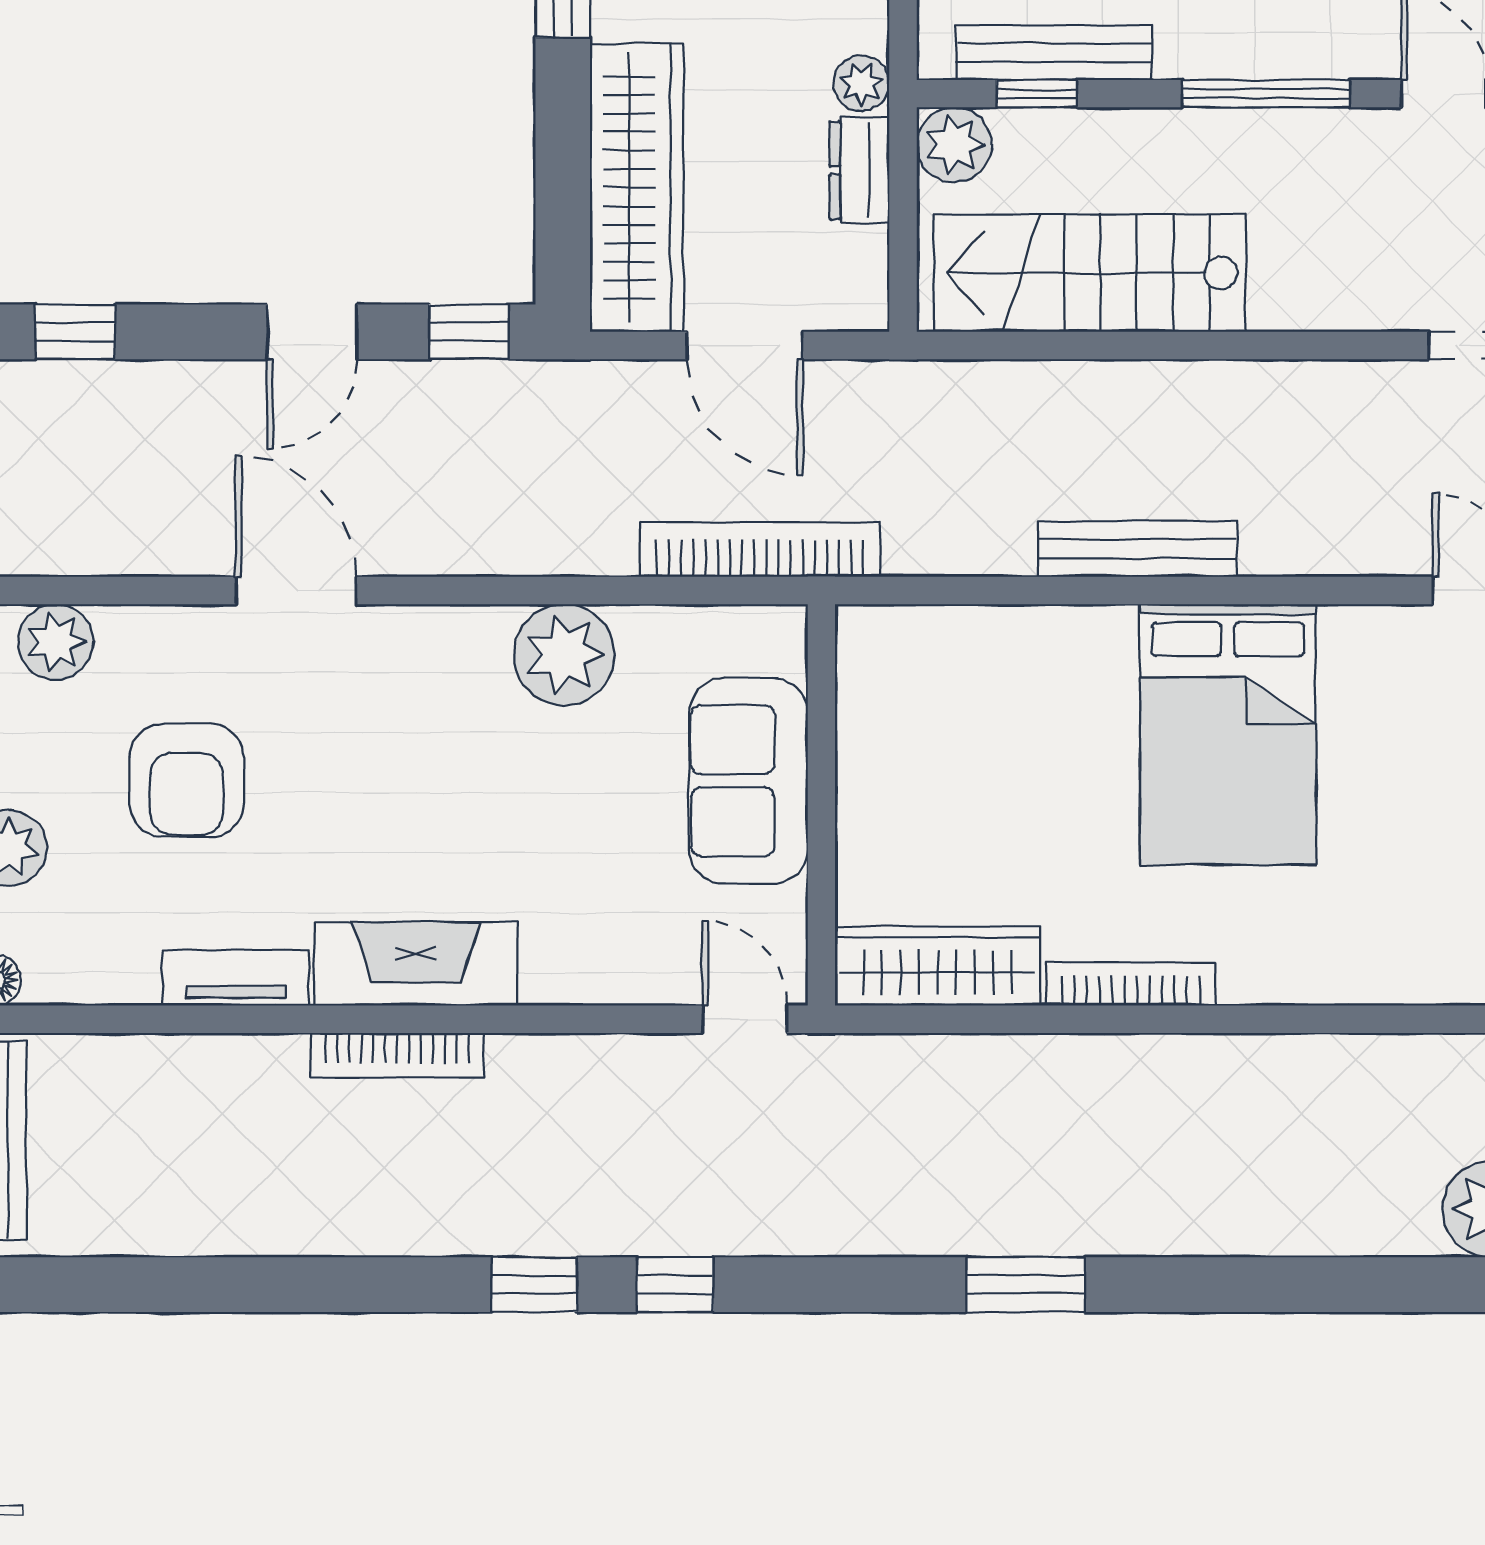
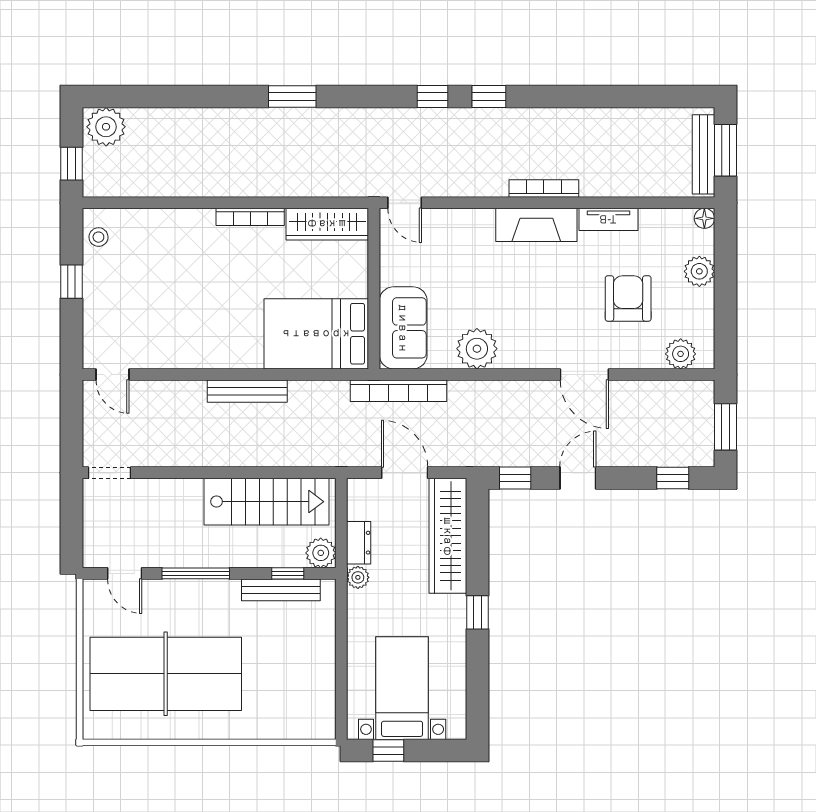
bed: (1228, 734) -> (316, 334), moved, turned -90
sofa: (748, 781) -> (403, 328), moved

